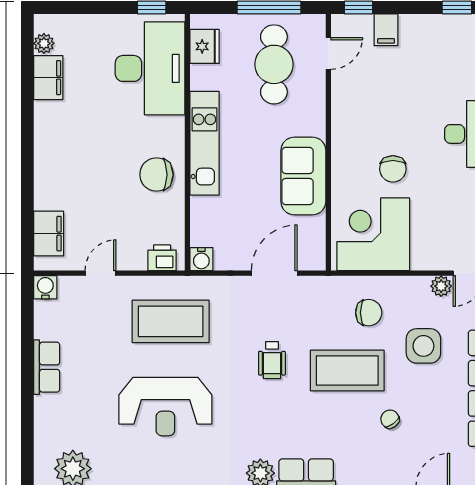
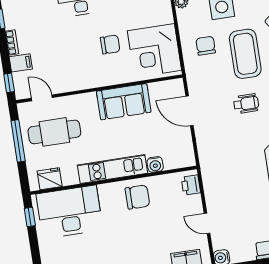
bookcase: (419, 21) -> (12, 42), added
chair: (156, 175) -> (137, 197), turned -90
water cooler: (201, 259) -> (155, 164), moved, turned 90
coffee table: (171, 321) -> (231, 173), removed

